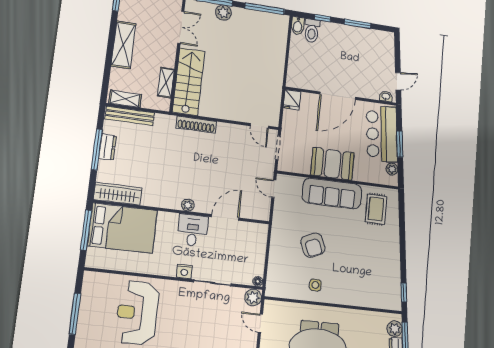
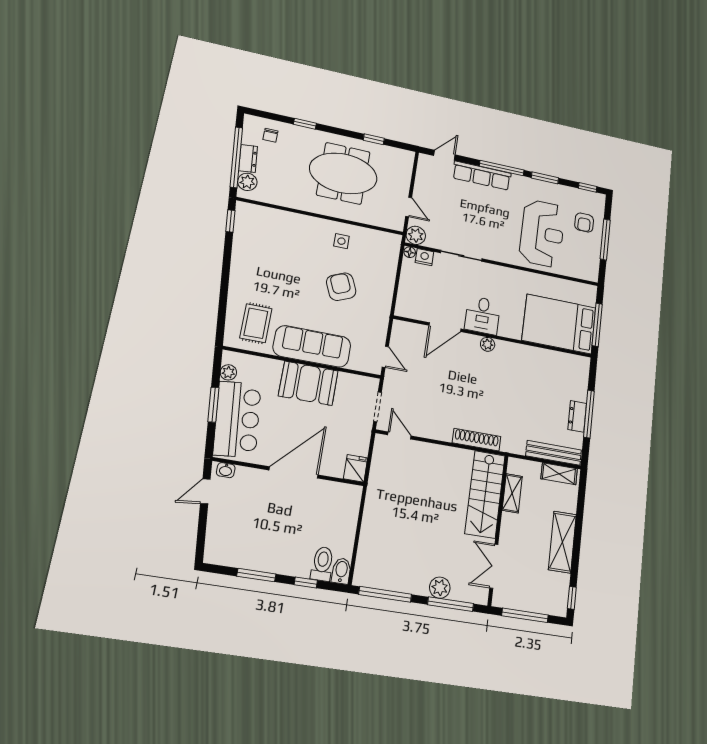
wardrobe: (118, 194) -> (565, 362), removed
nightstand: (184, 271) -> (424, 257), moved
armchair: (96, 328) -> (584, 223), added

